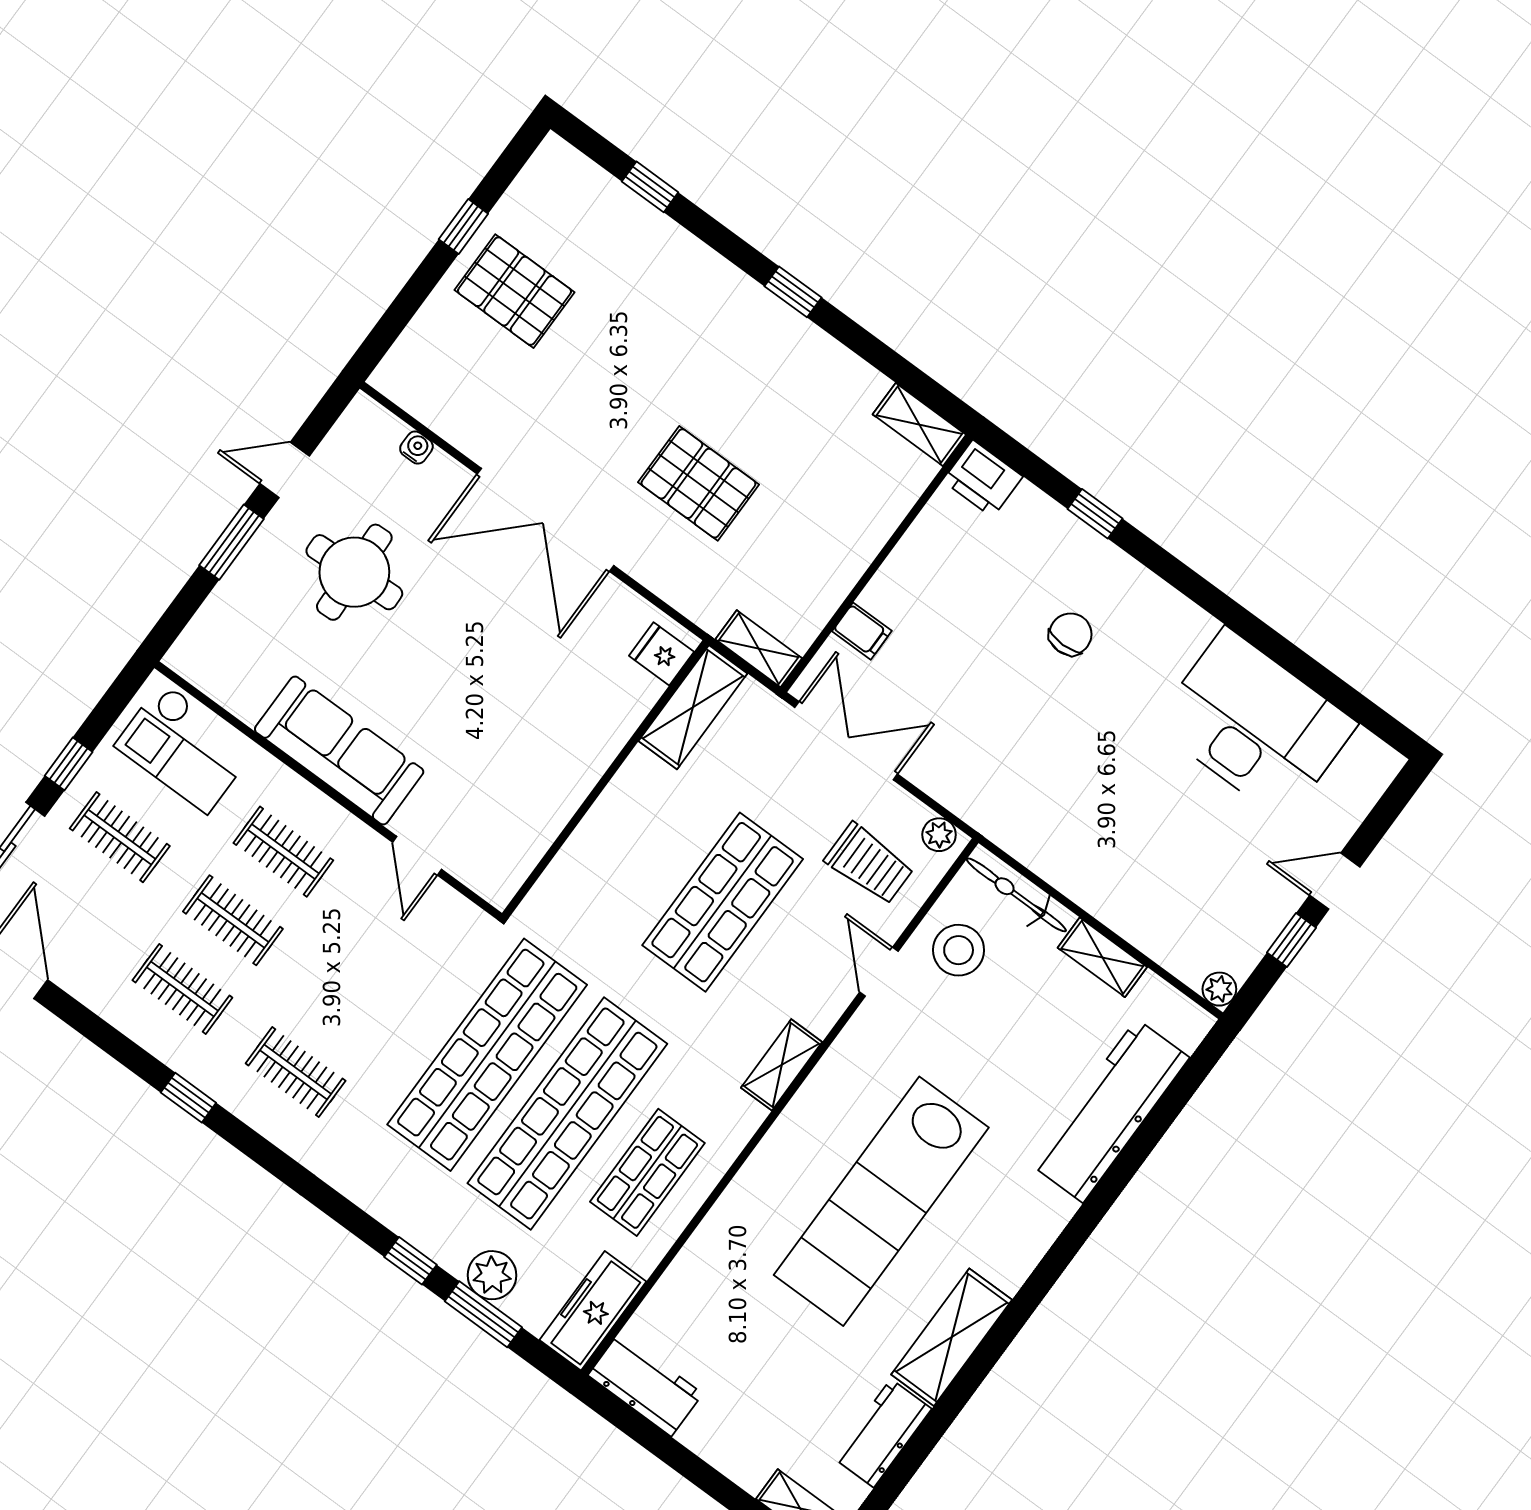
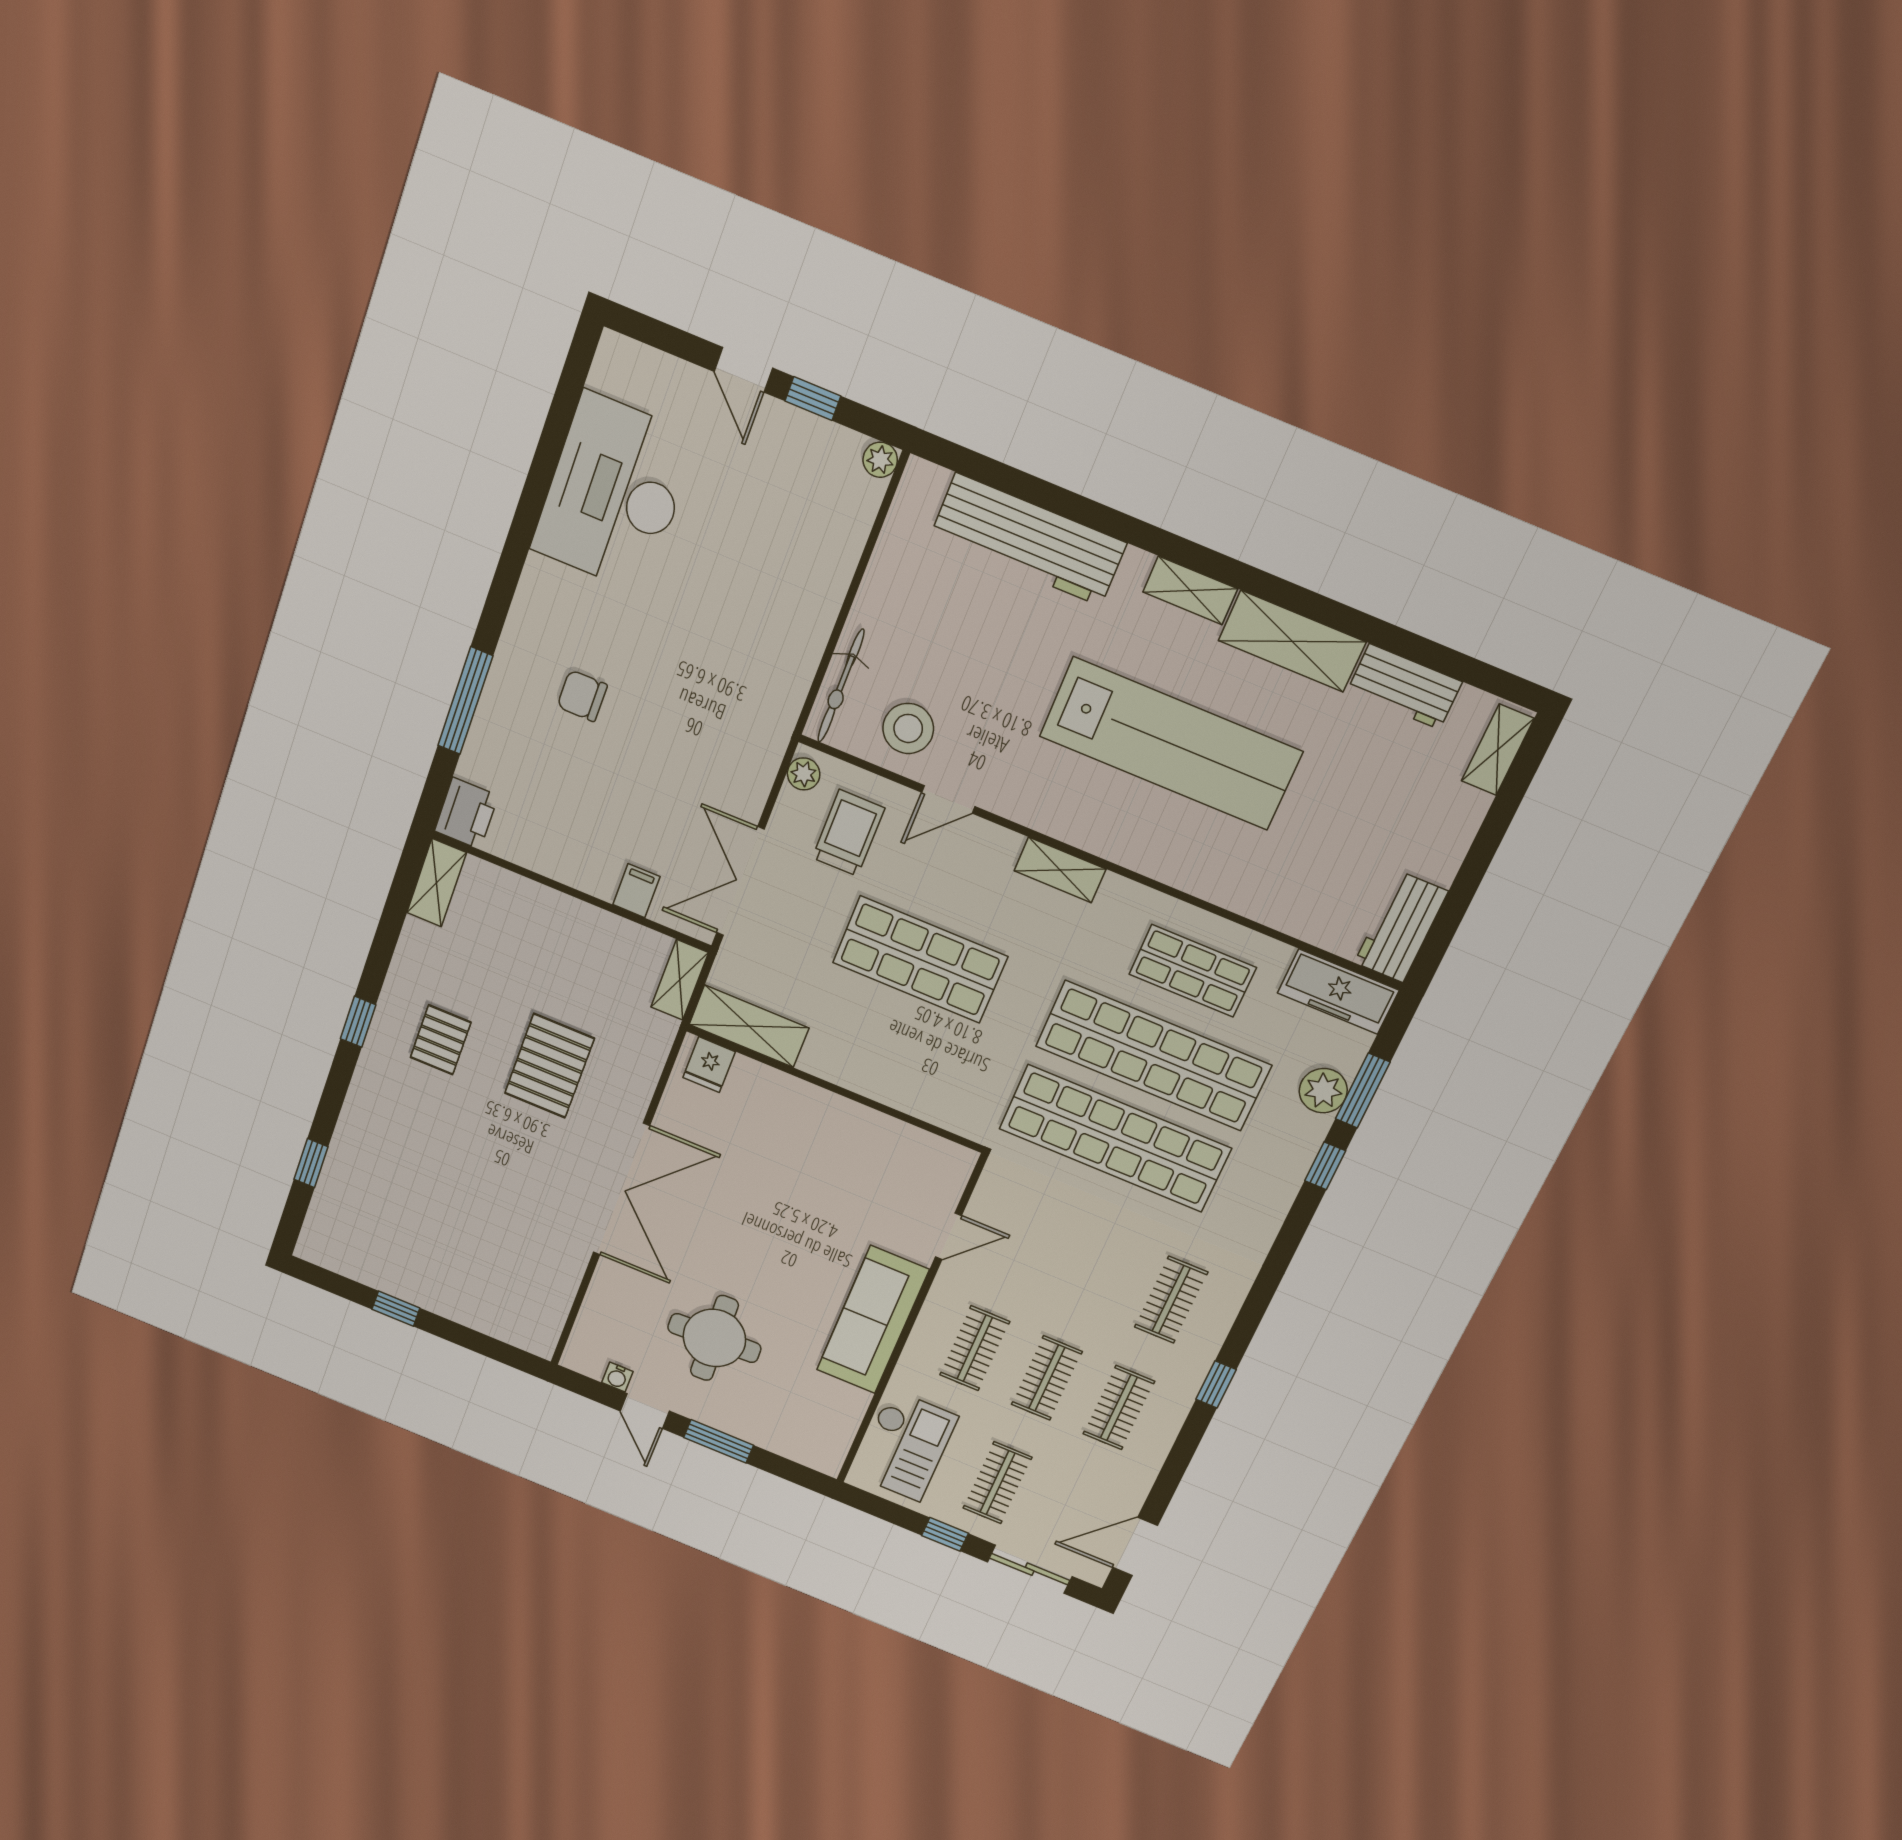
pallet: (514, 291) -> (441, 1040), moved, width x0.67, depth x0.71
water cooler: (416, 448) -> (617, 1377), moved, turned -90
window: (1095, 514) -> (465, 701), width x2.17
shelving: (1102, 957) -> (1190, 590), moved, turned 90

